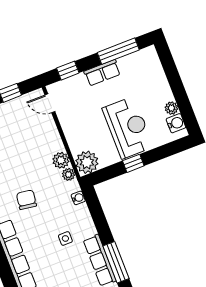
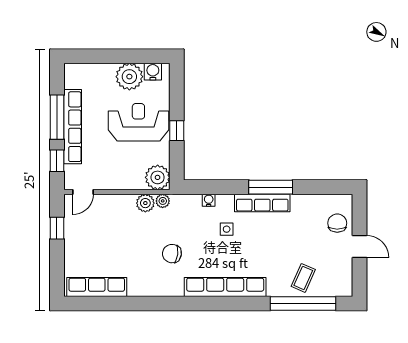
window: (118, 51) -> (57, 117), moved
row of seats: (102, 73) -> (73, 127), width x2.02
plant: (171, 108) -> (129, 77), width x1.88, depth x1.88
water cooler: (78, 198) -> (209, 200), moved

